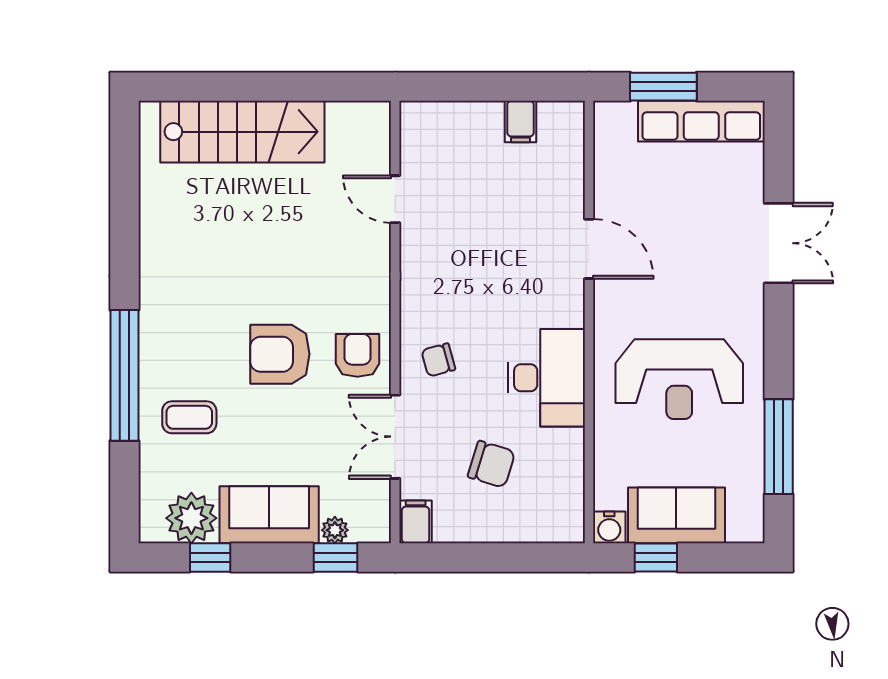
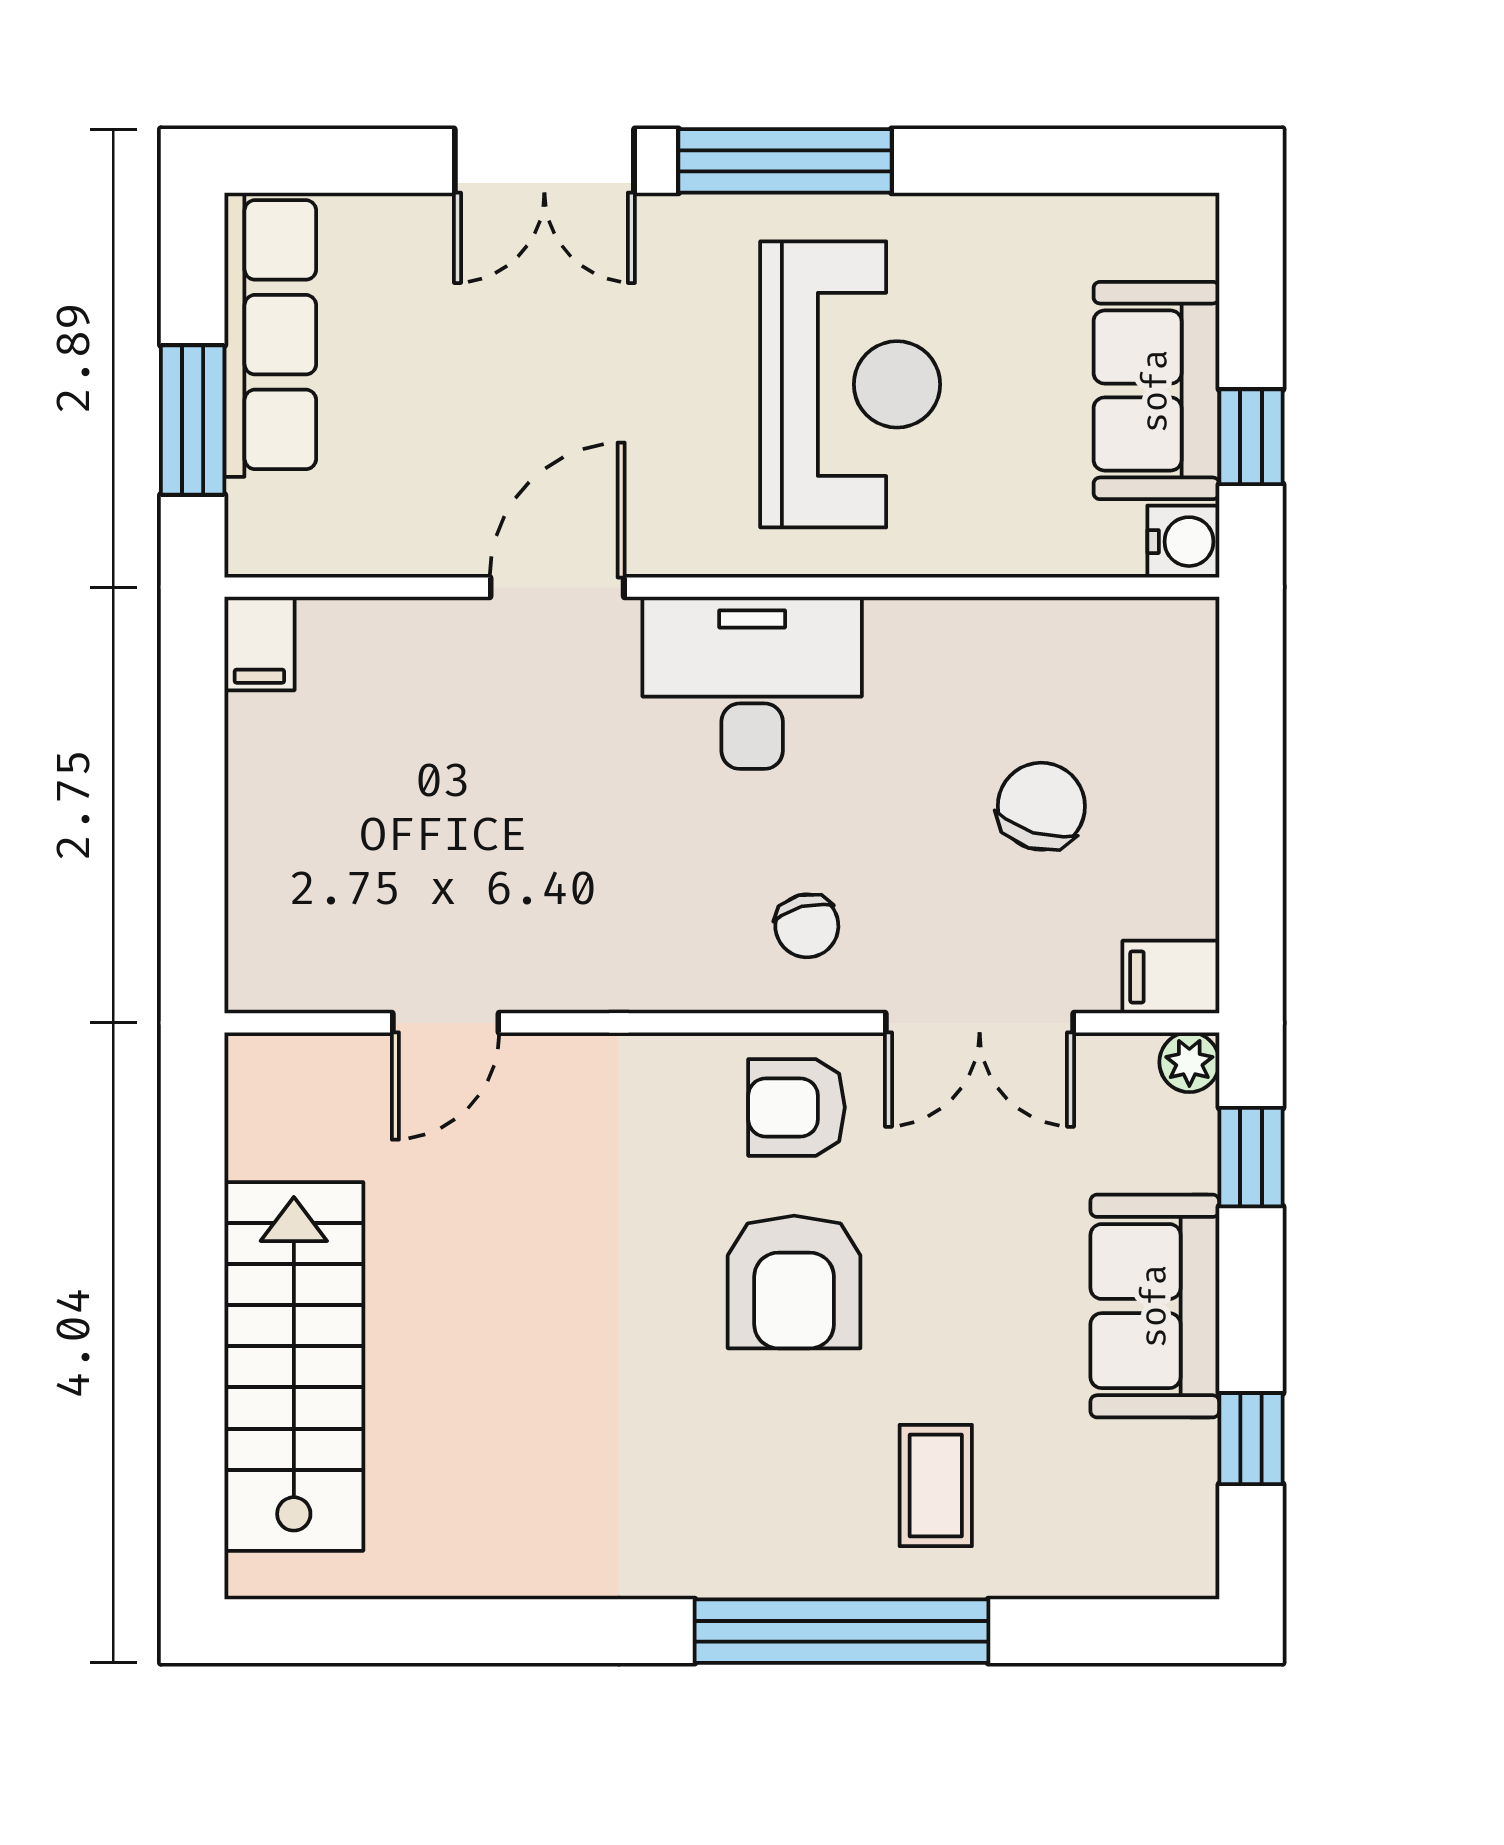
filing cabinet: (520, 122) -> (259, 643), moved, turned 90
double door: (779, 243) -> (544, 161), swing flipped
desk: (546, 378) -> (752, 683), moved
window: (779, 447) -> (785, 161), moved
plant: (191, 518) -> (1162, 1481), removed
plant: (335, 530) -> (1189, 1062), moved

